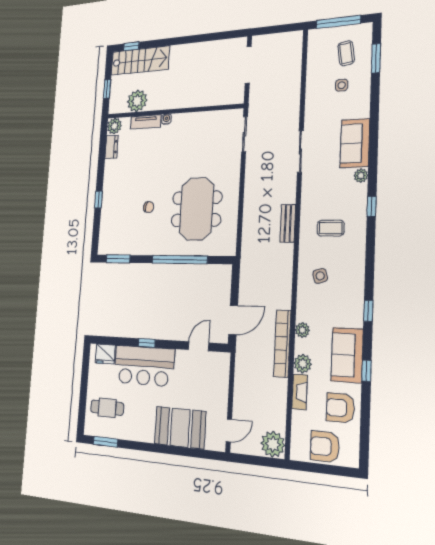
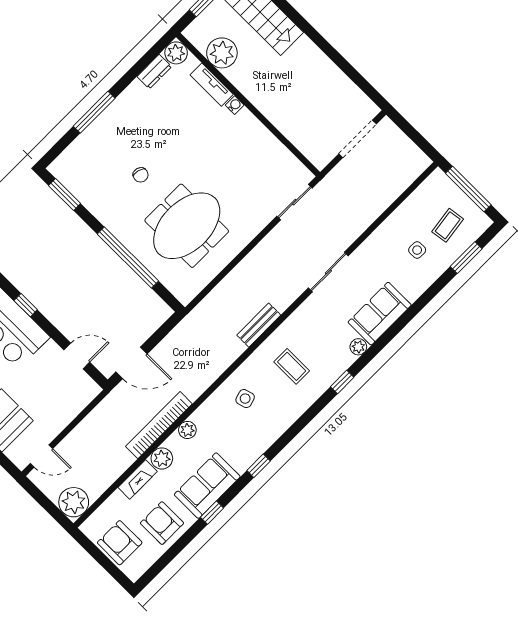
window: (98, 200) -> (94, 112), width x2.17

